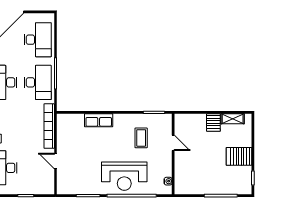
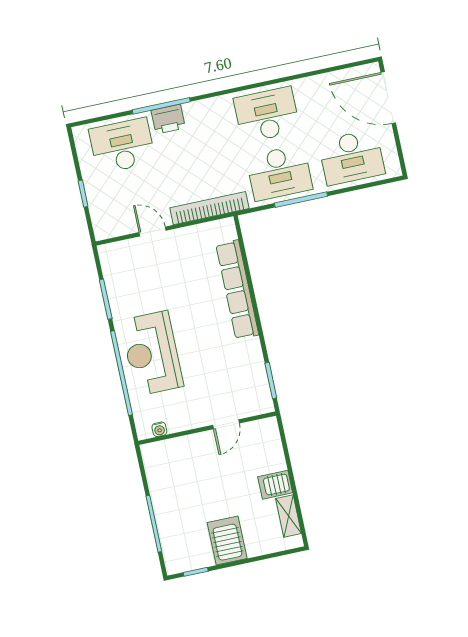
row of seats: (99, 120) -> (237, 290), width x2.02
coffee table: (141, 138) -> (223, 368), removed
door: (56, 161) -> (153, 231), hinge flipped

